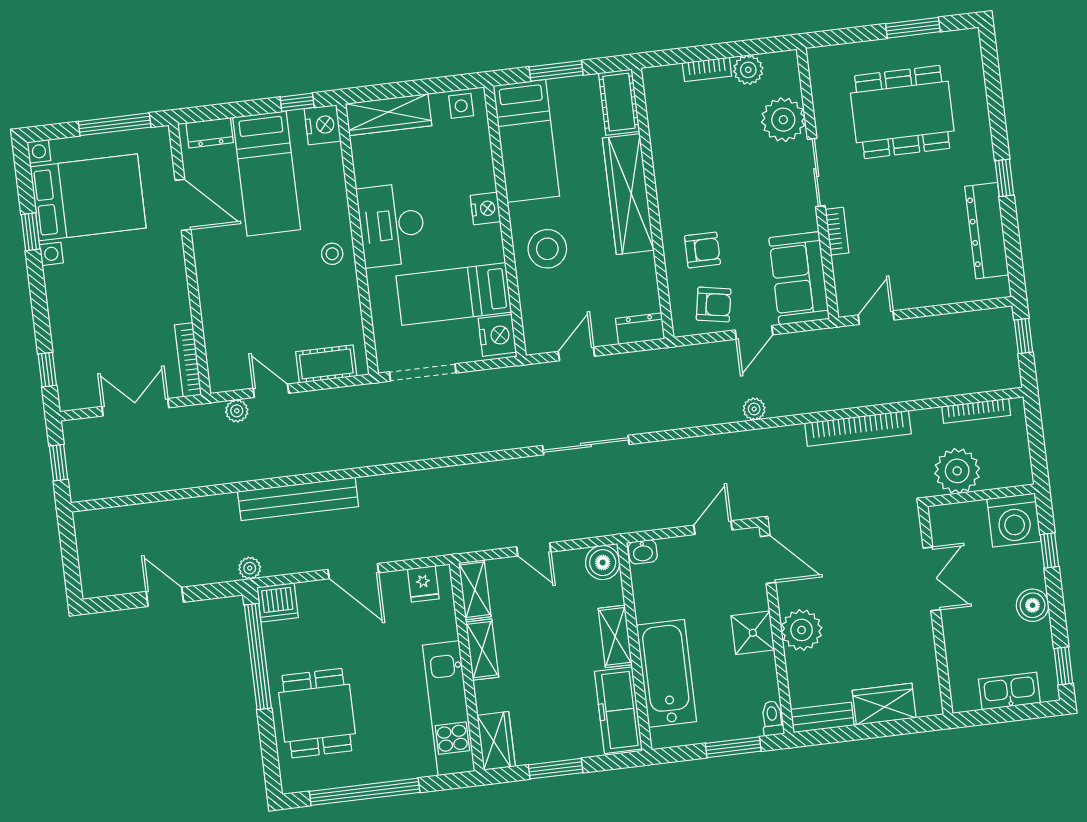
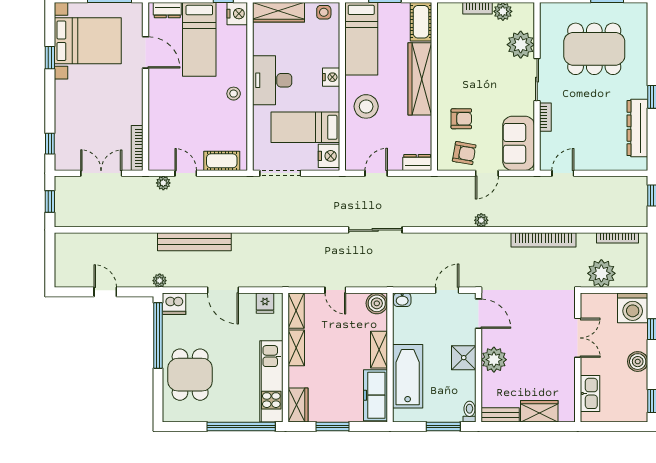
kitchen sink: (1009, 691) -> (590, 393), moved, turned 90
window: (365, 792) -> (241, 426), moved

